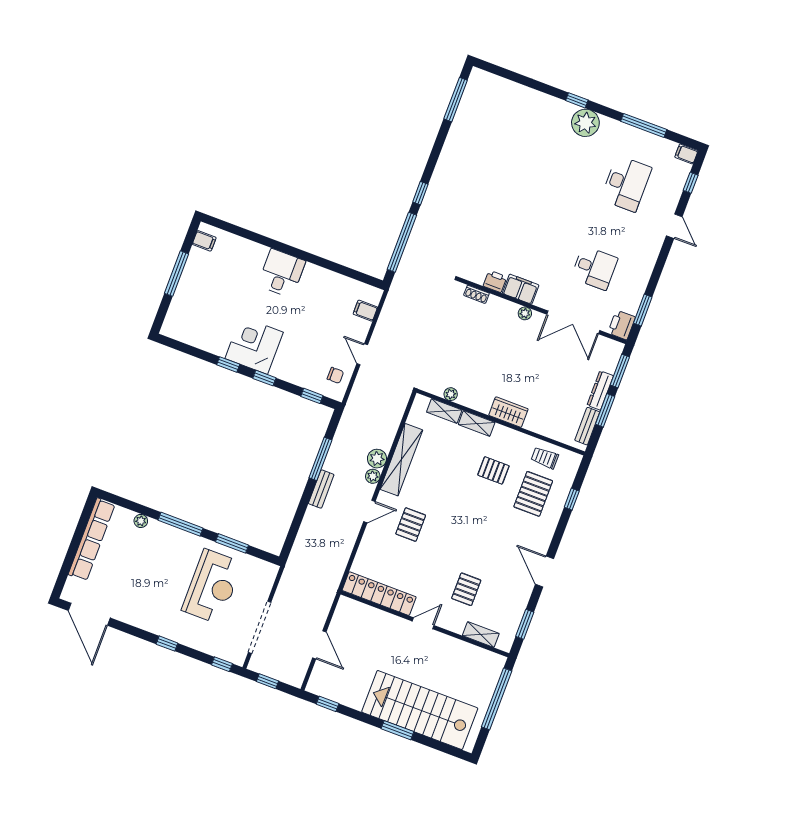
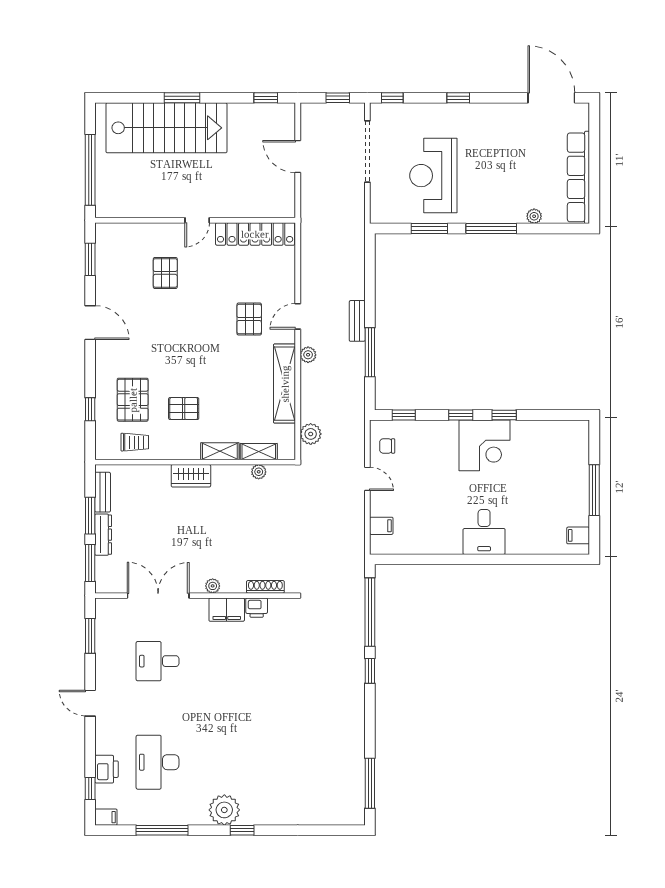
door: (674, 226) -> (90, 703), moved
shoe rack: (476, 294) -> (265, 587), width x1.43
printer: (622, 325) -> (107, 769), moved
plant: (377, 459) -> (311, 434), moved
shelving: (481, 635) -> (132, 231), removed

